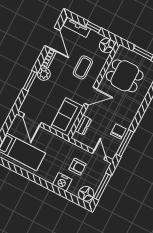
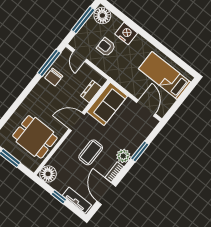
coffee table: (83, 67) -> (91, 152), moved

